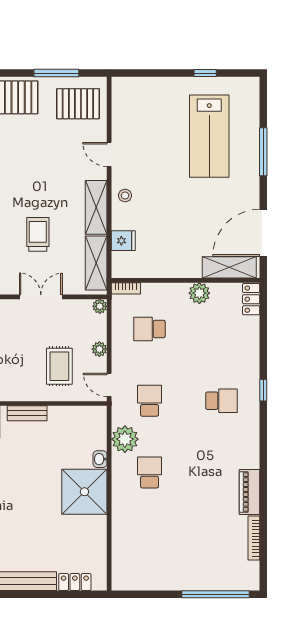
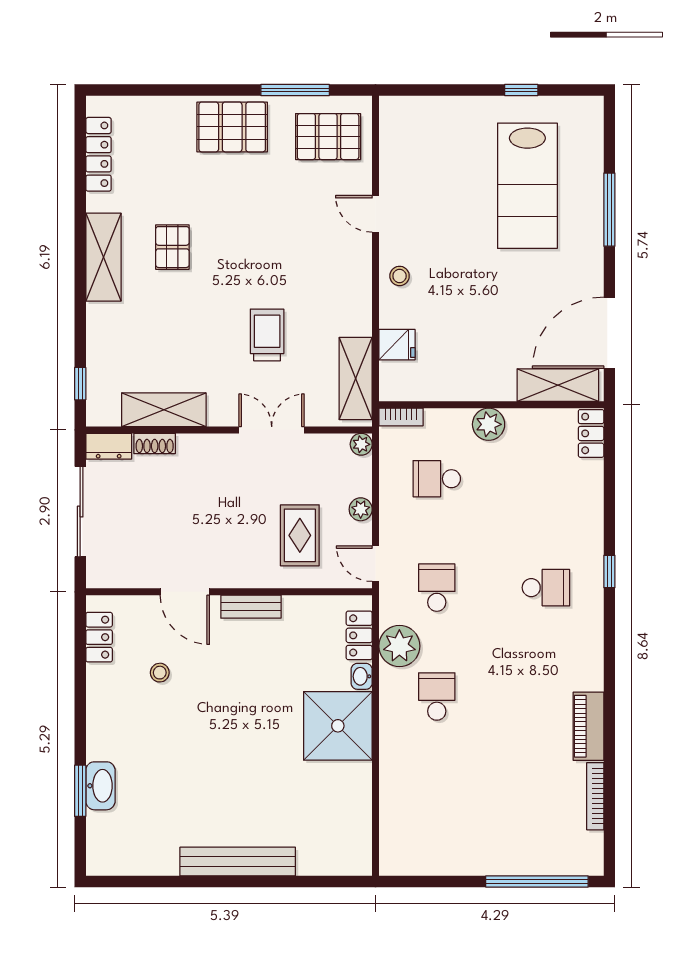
shelving: (96, 207) -> (356, 294), removed
plant: (199, 293) -> (489, 424), moved
locker: (75, 582) -> (359, 635), moved, turned -90

